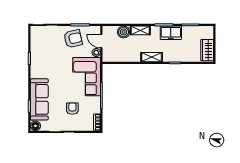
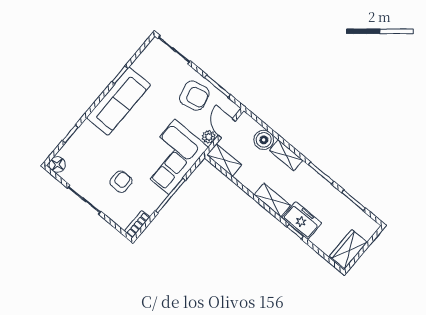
freezer: (171, 33) -> (302, 220), moved, turned 180
shelving: (113, 57) -> (224, 160), added
sofa: (39, 99) -> (118, 101), moved

